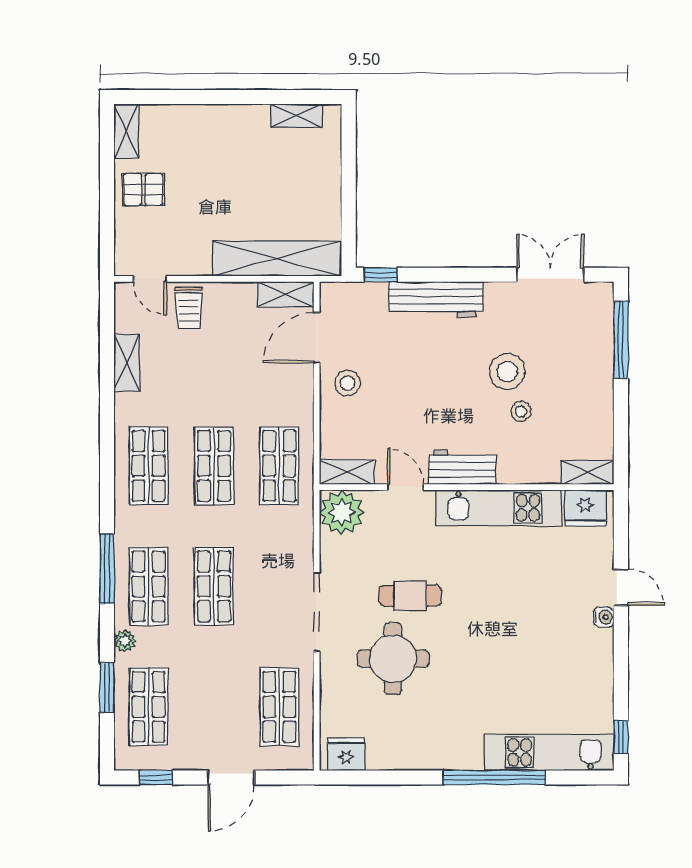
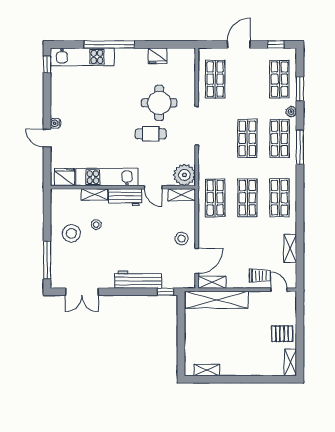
trolley: (189, 308) -> (260, 276), turned 90
stool: (507, 371) -> (71, 233), moved
shelving: (587, 473) -> (94, 194), moved
fridge: (346, 754) -> (158, 56), moved

